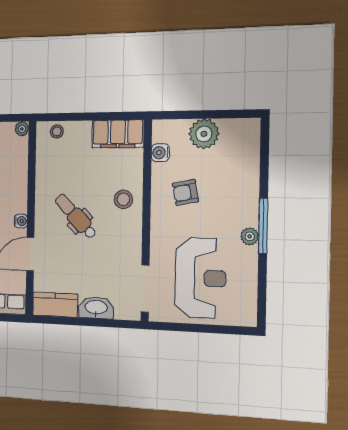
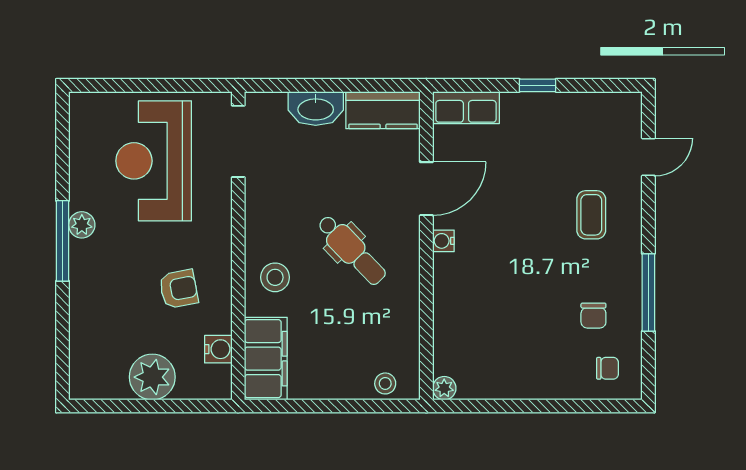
filing cabinet: (118, 134) -> (266, 359), moved, turned 90

